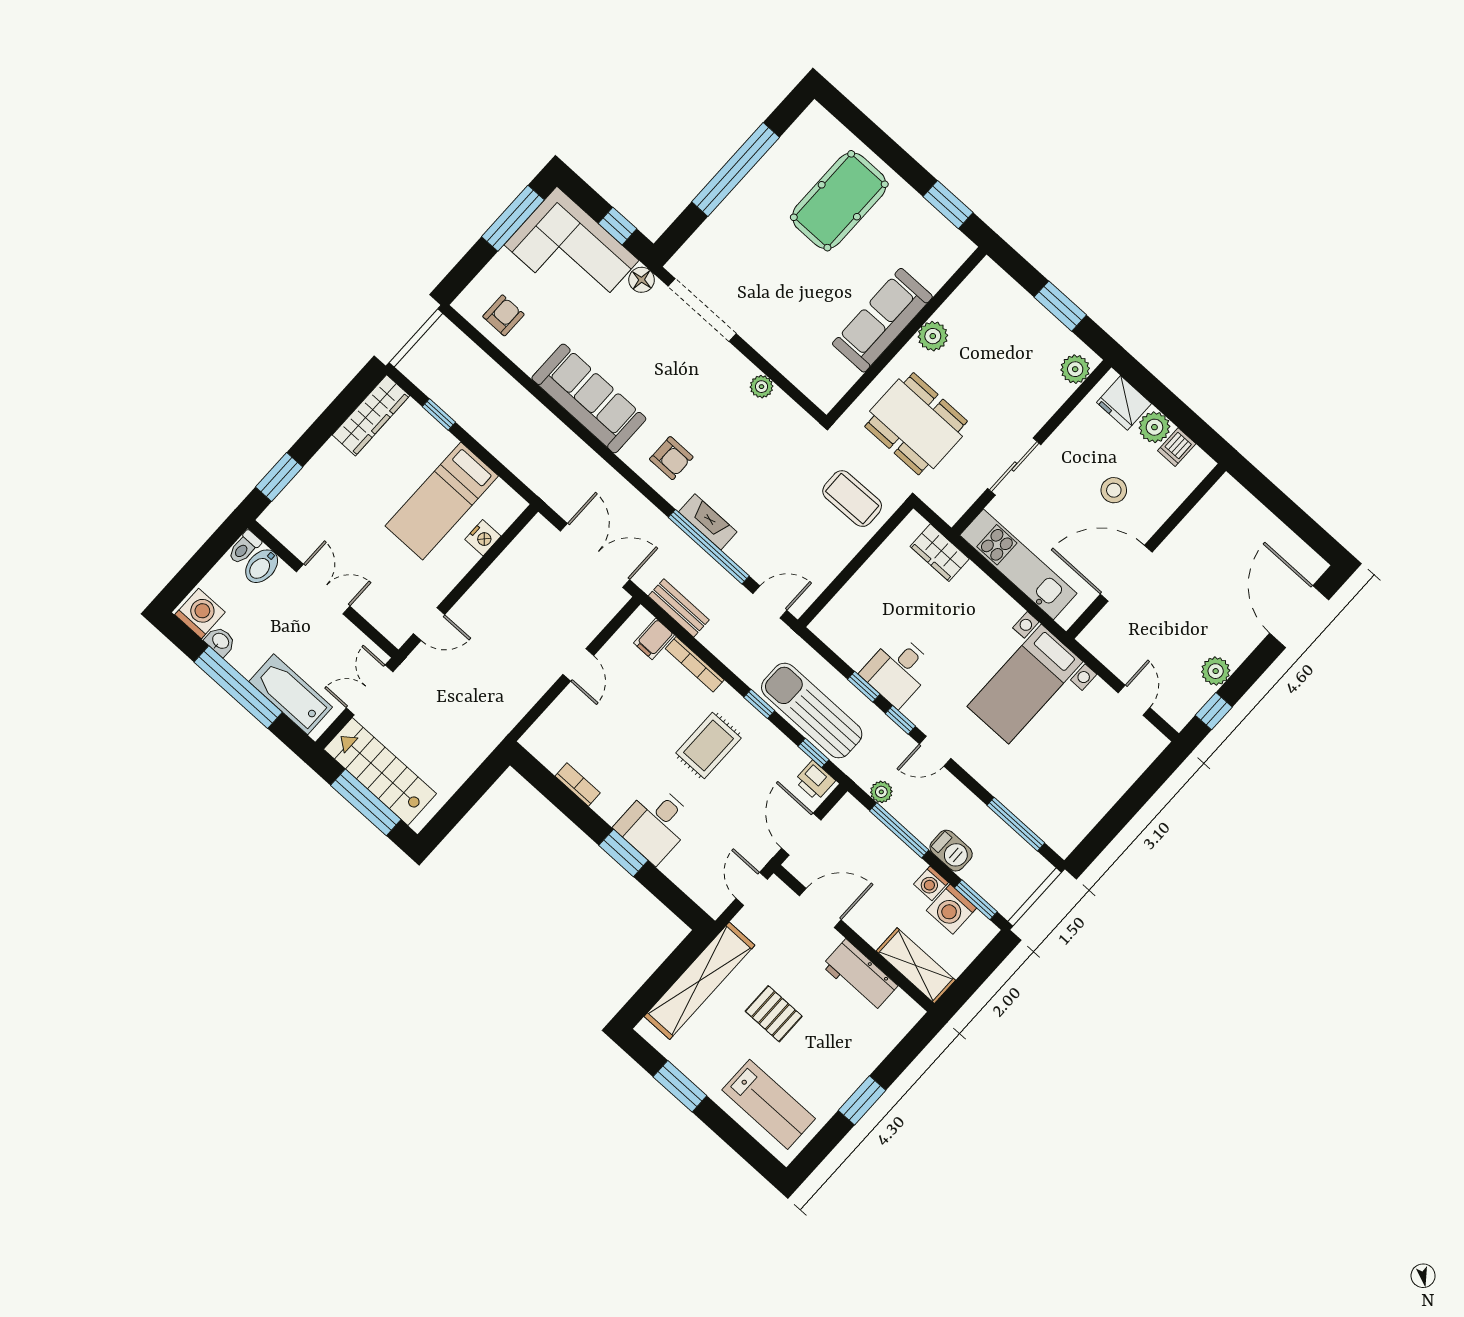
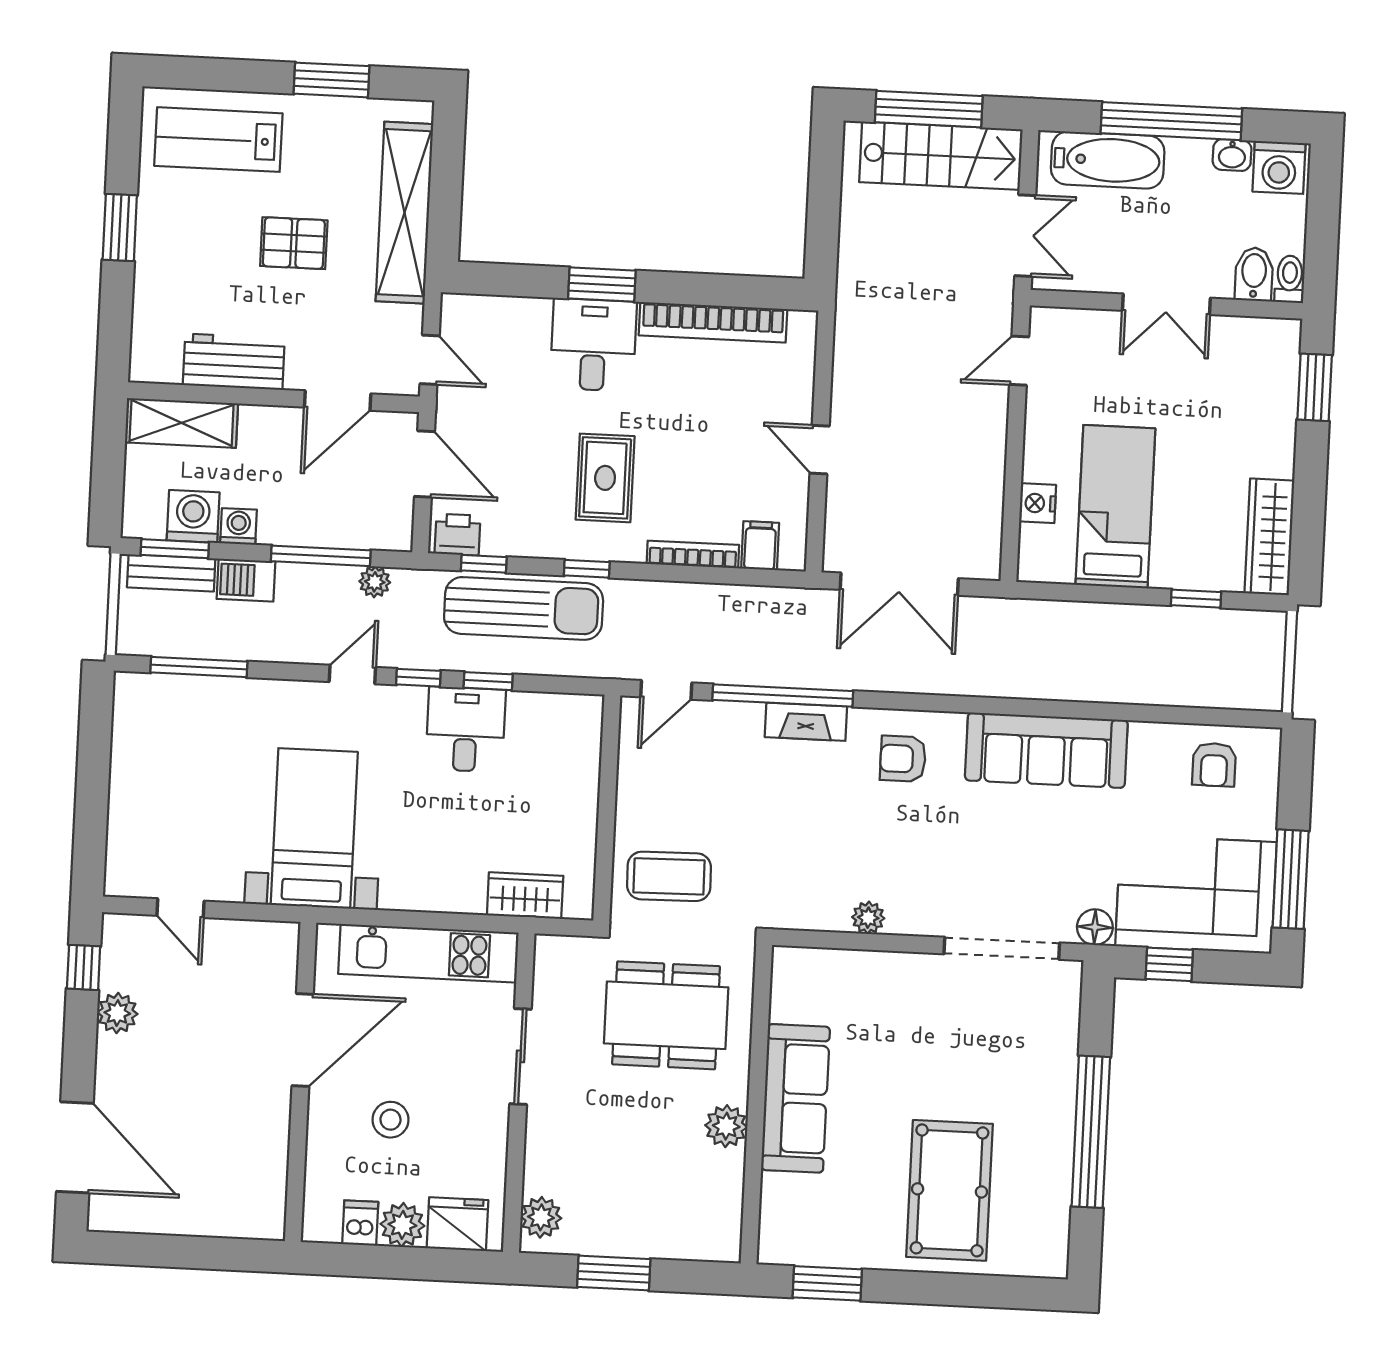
bench: (679, 608) -> (171, 573), moved
bookcase: (578, 784) -> (713, 322), width x2.31, depth x1.31

